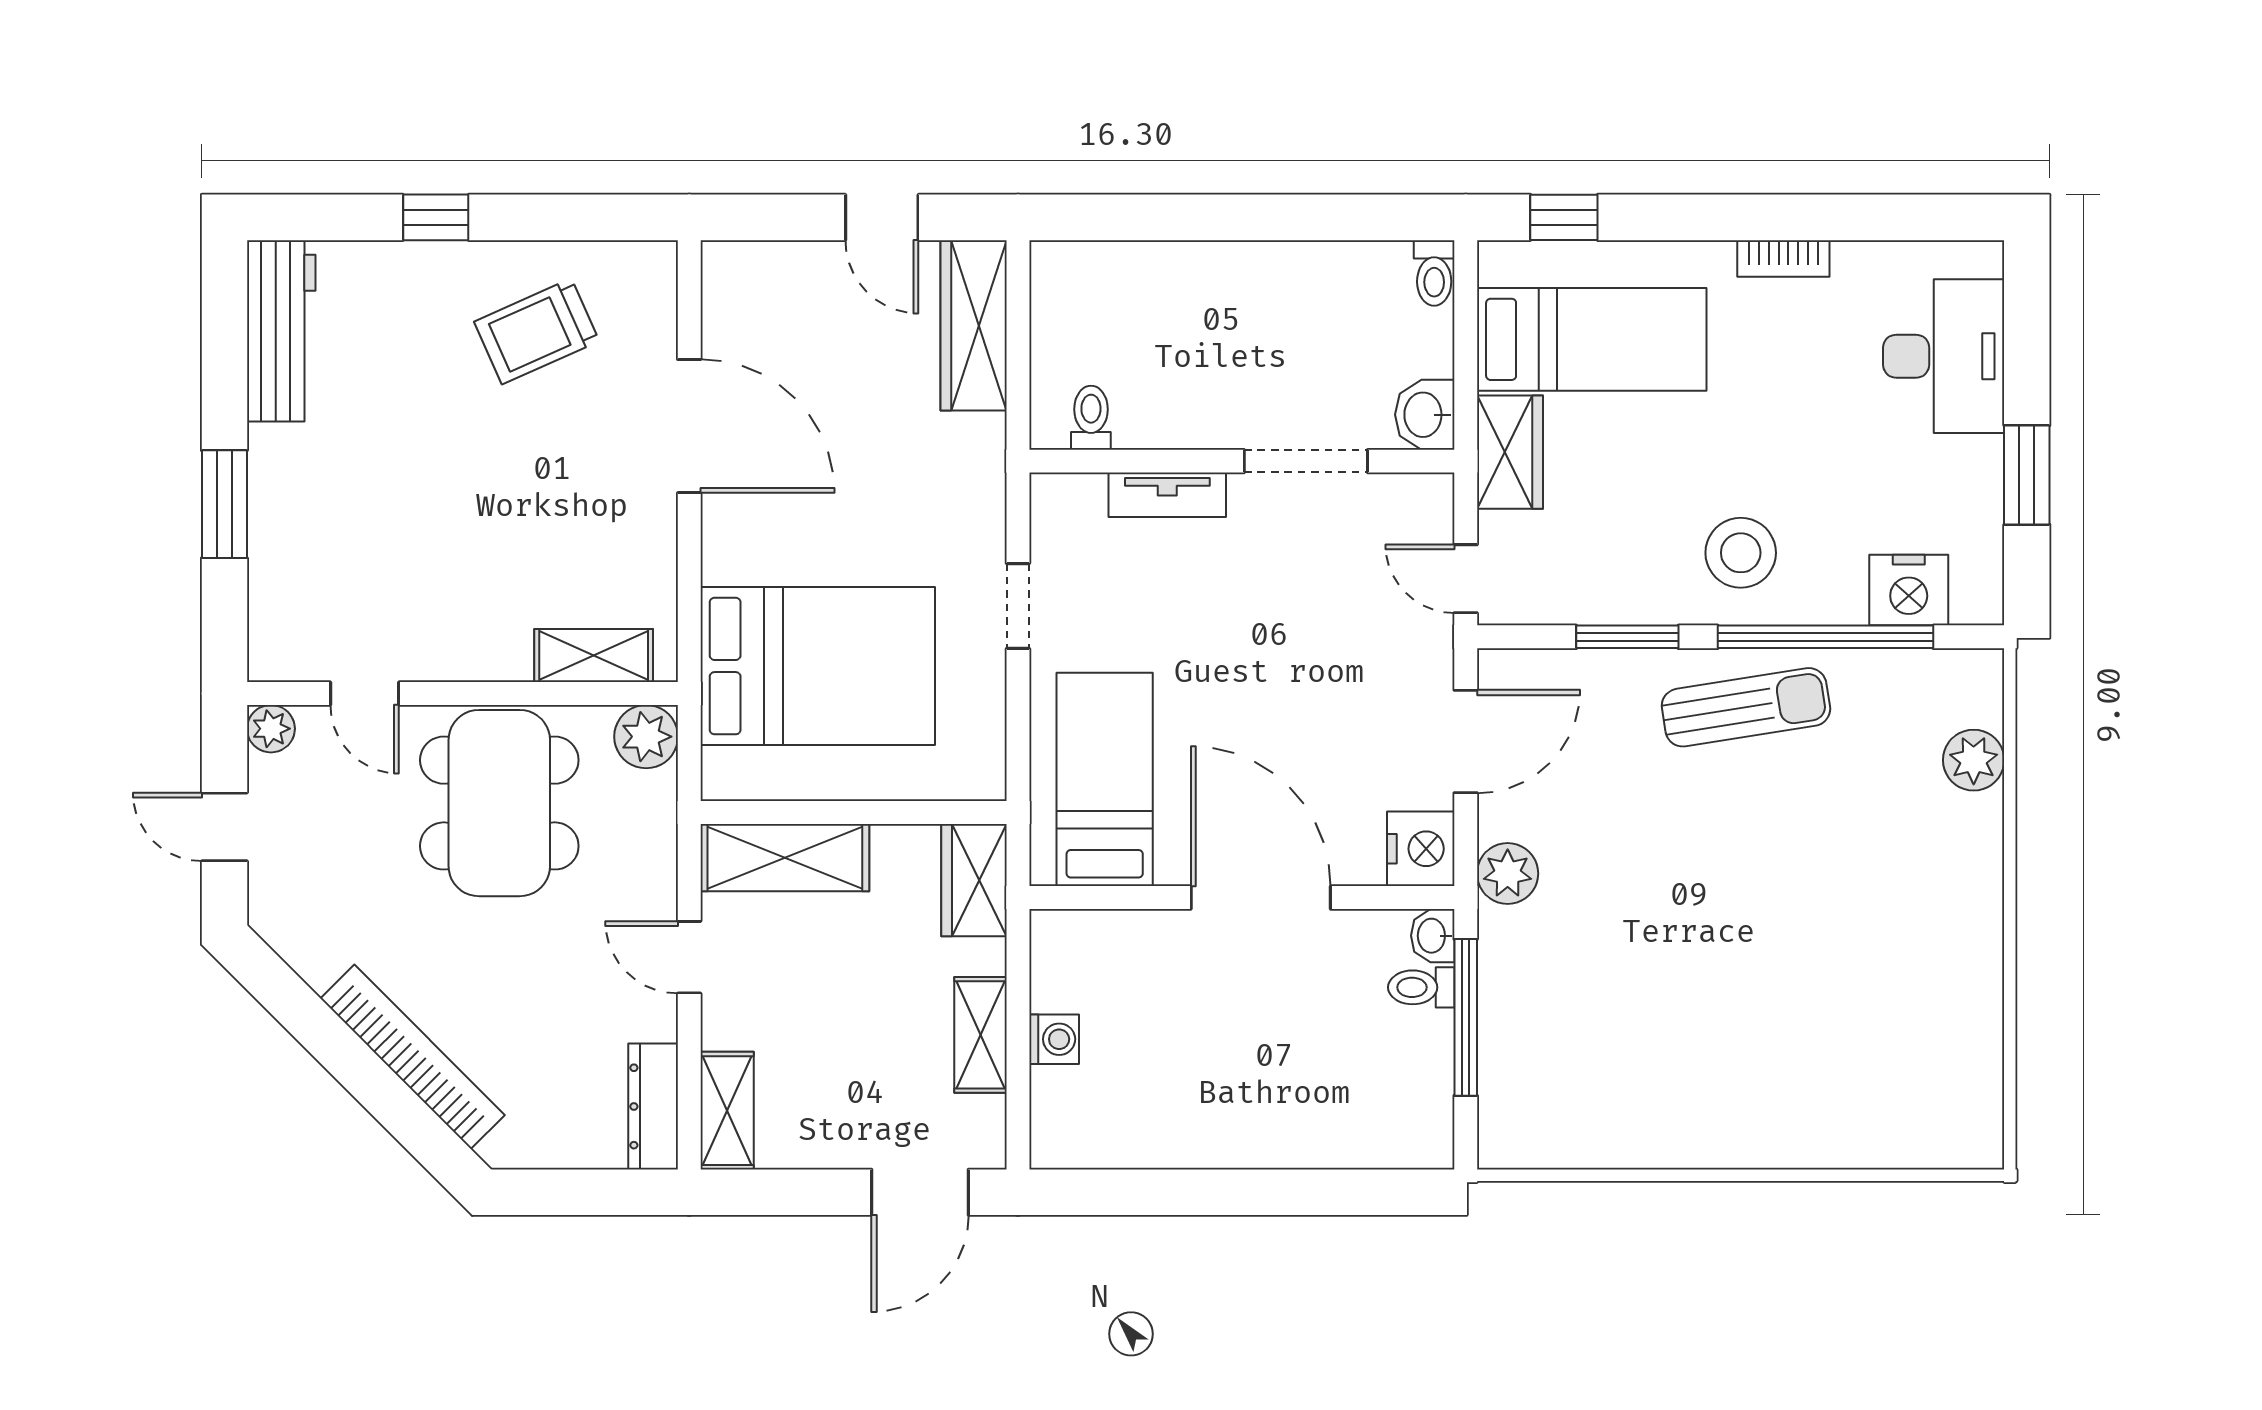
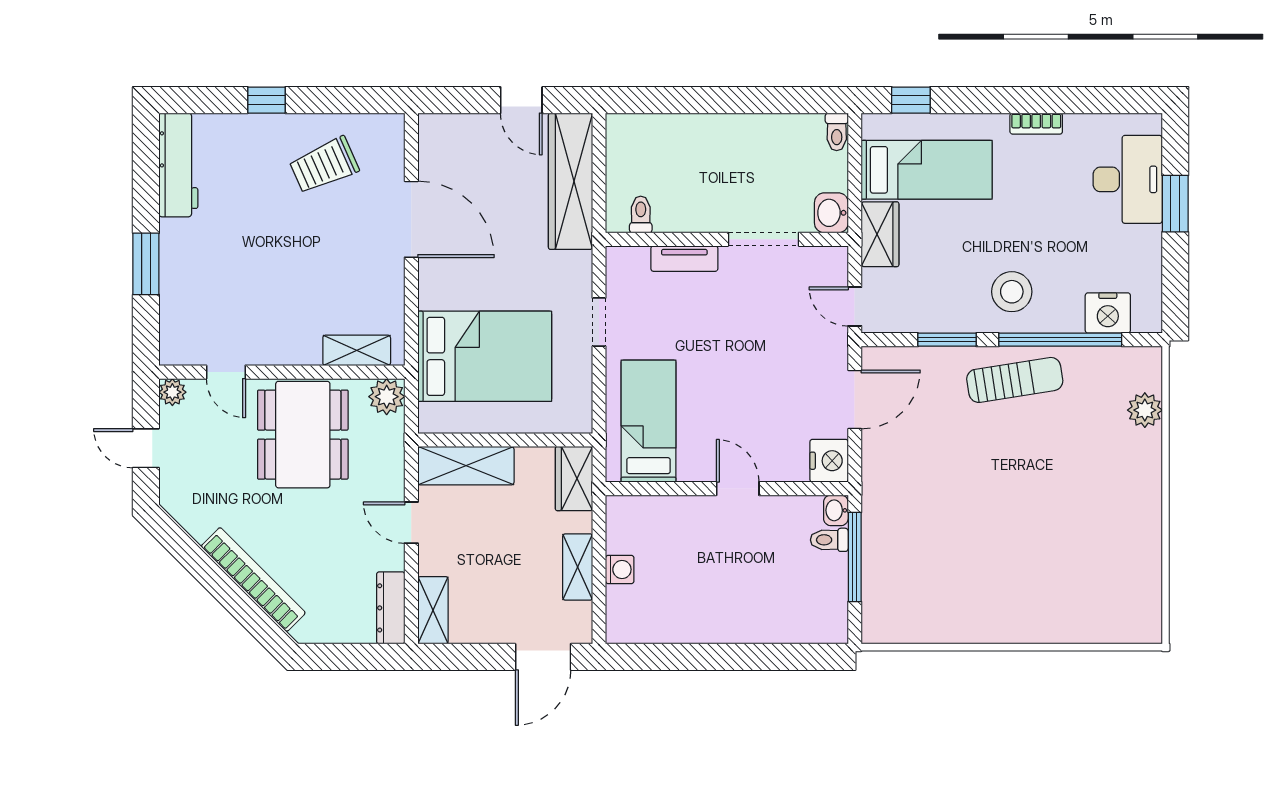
wardrobe: (974, 325) -> (570, 181), width x1.40, depth x1.17
window: (2027, 475) -> (1175, 204), moved
plant: (1508, 874) -> (879, 475), removed
door: (1261, 898) -> (738, 489), width x0.53

